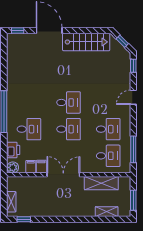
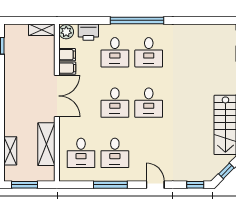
desk: (29, 102) -> (149, 52), added
window: (133, 149) -> (110, 185), moved
shelving: (11, 202) -> (42, 30), moved

